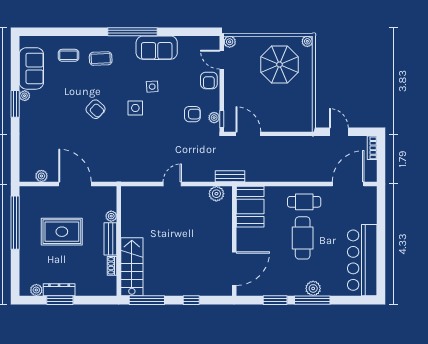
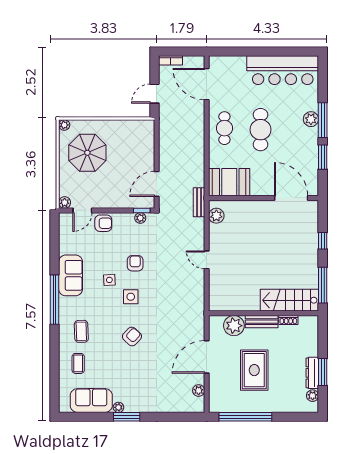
armchair: (192, 114) -> (135, 263), moved
plant: (111, 216) -> (234, 326), width x1.87, depth x1.87
cafe table: (303, 238) -> (261, 130), turned 90

